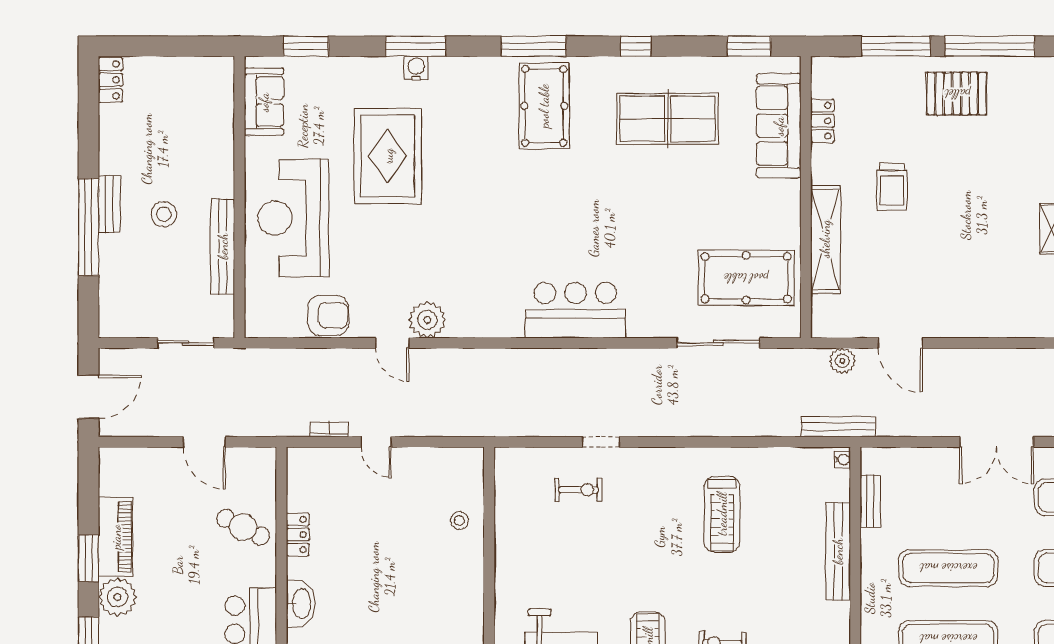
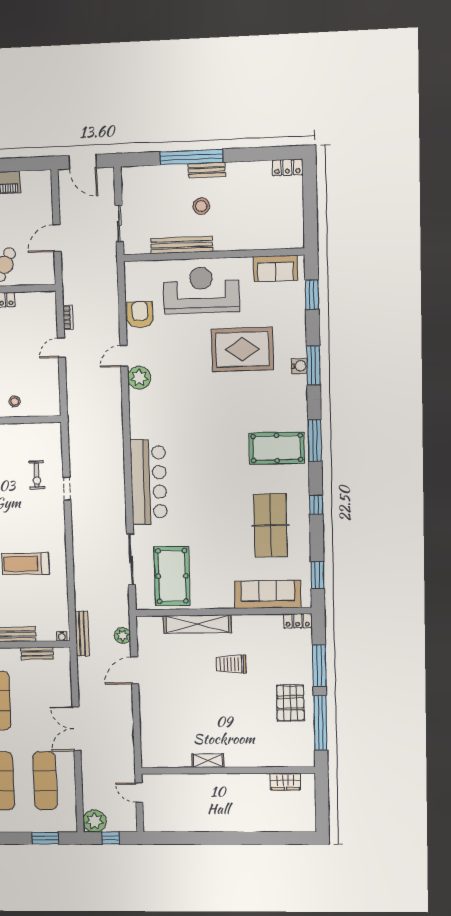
locker: (822, 121) -> (298, 621), moved
bar counter: (575, 310) -> (149, 482), width x1.36
armchair: (328, 315) -> (140, 315), turned 180

